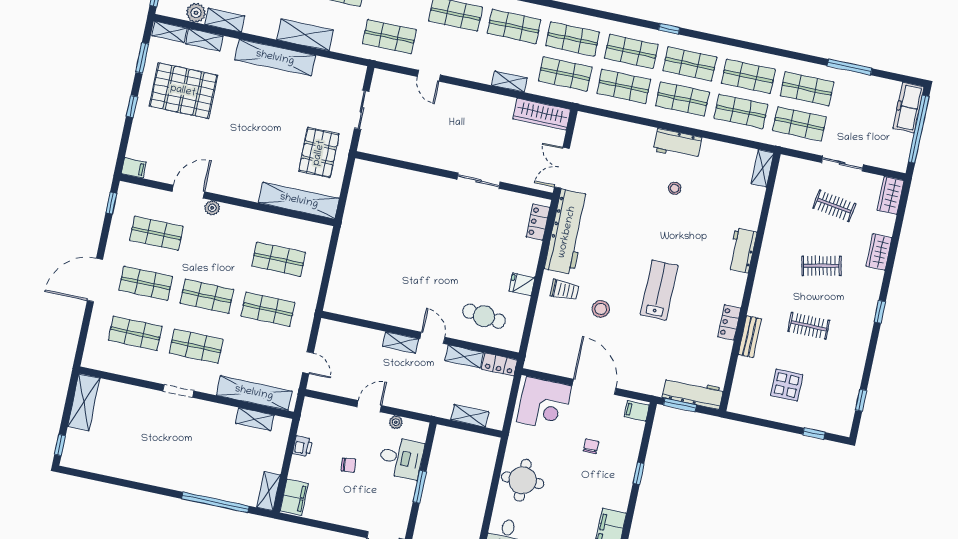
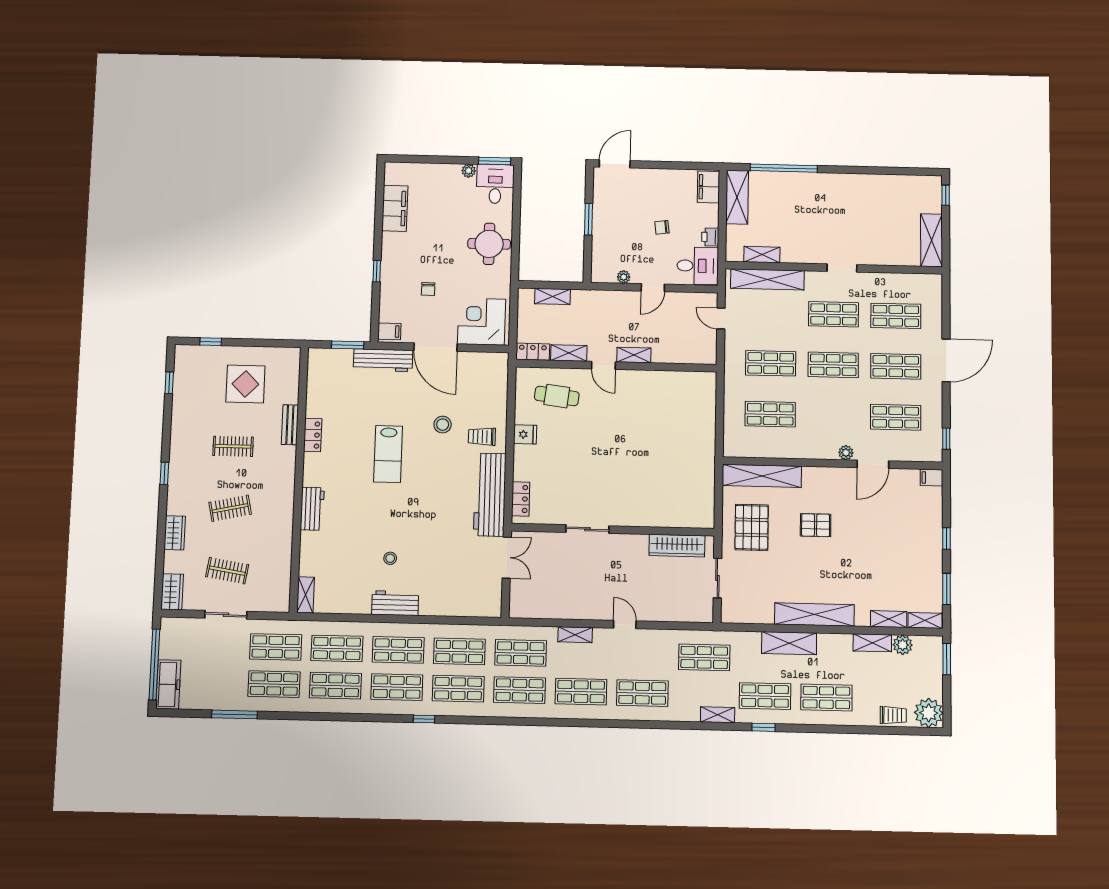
door: (429, 76) -> (625, 624), moved
pallet: (183, 91) -> (816, 525), moved, width x0.49, depth x0.50
wardrobe: (542, 114) -> (677, 546), moved, turned 180
display table: (787, 385) -> (245, 384), width x1.36, depth x1.36
workbench: (693, 393) -> (383, 360), moved
desk: (401, 458) -> (698, 266), moved, turned 180
shelving: (269, 491) -> (737, 197), width x1.50, depth x1.33

